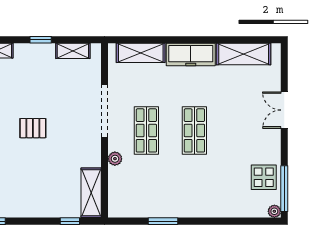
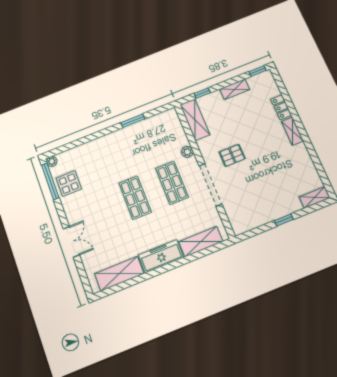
shelving: (73, 51) -> (235, 89), moved
pallet: (33, 128) -> (232, 155), moved

